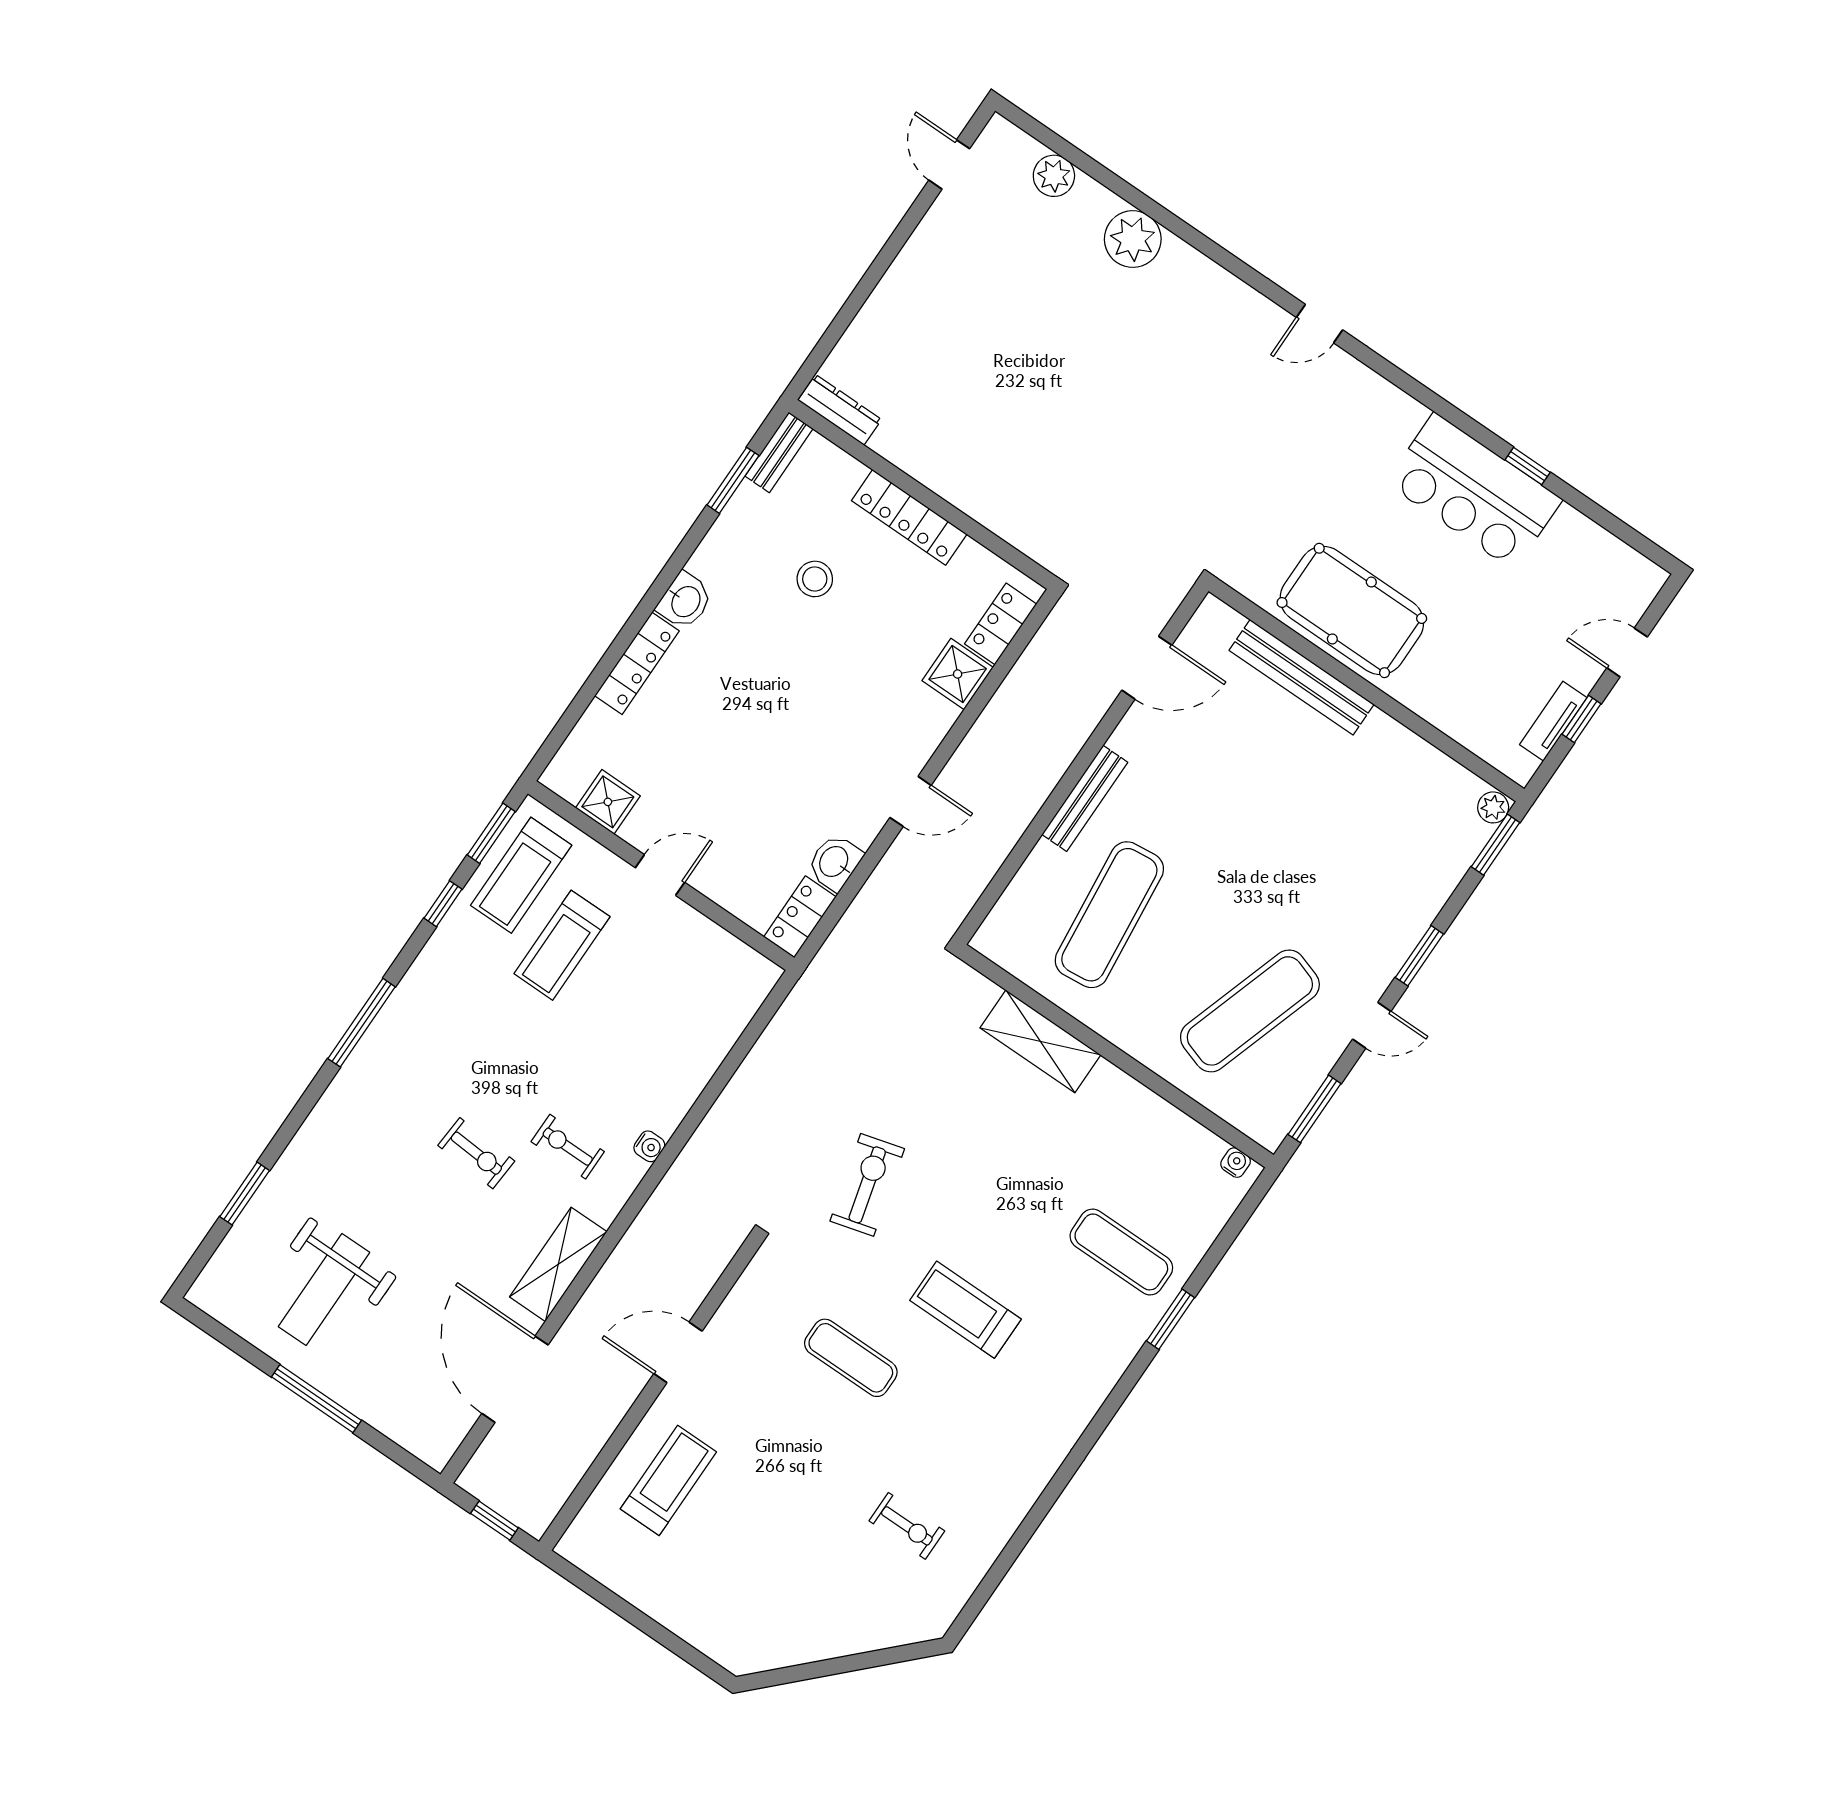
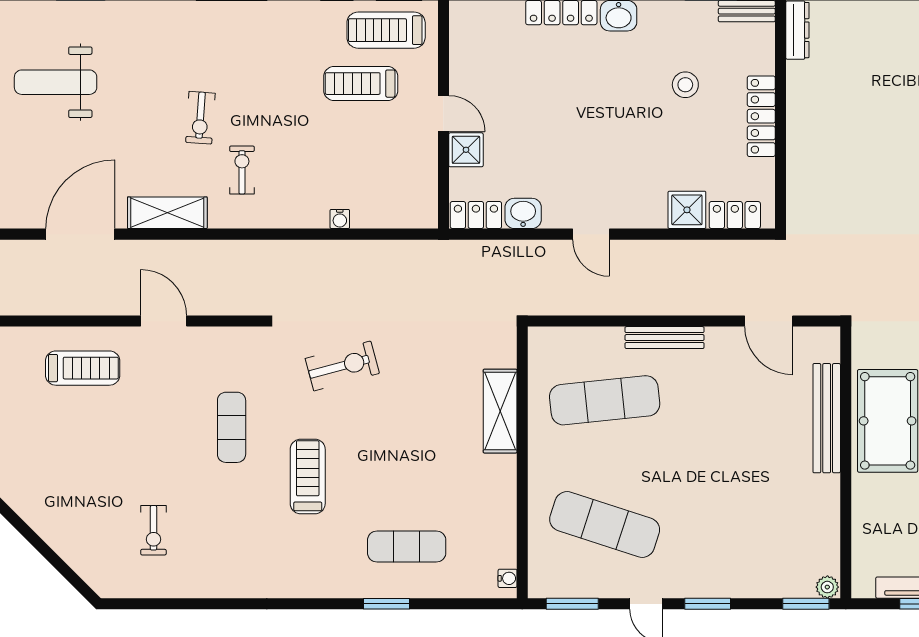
shower: (608, 802) -> (466, 150), moved
water cooler: (649, 1146) -> (340, 219), moved
exercise mat: (1121, 1252) -> (407, 546), turned 90

